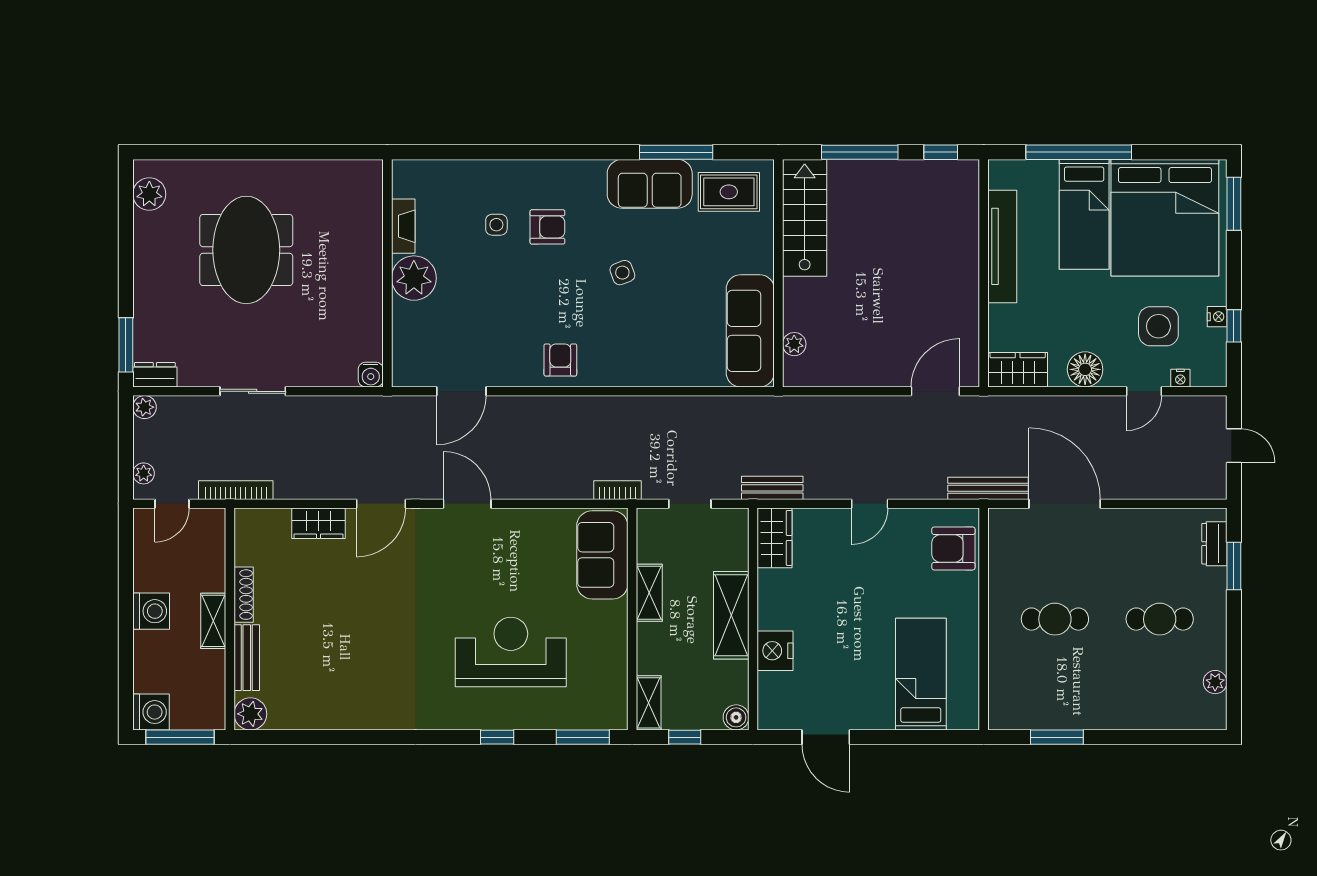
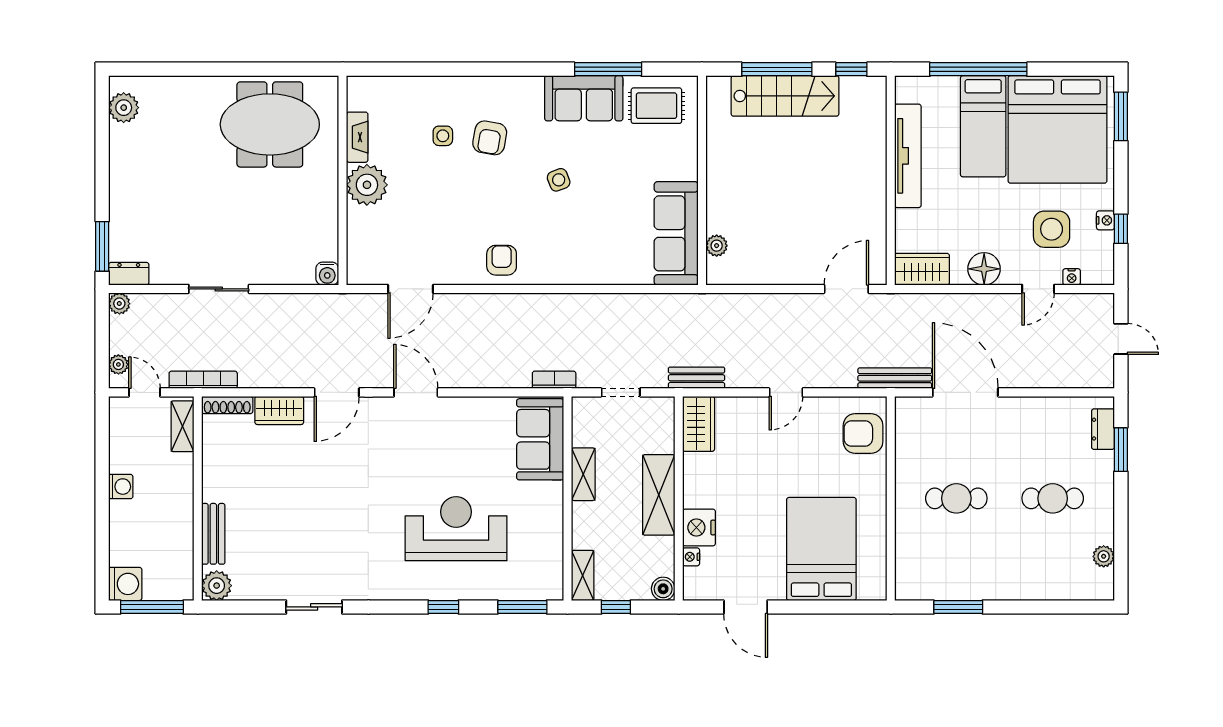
stairs: (805, 218) -> (785, 96), moved, turned 90
armchair: (547, 227) -> (490, 138), turned 100
meeting table: (246, 250) -> (270, 124), moved, turned 90
door: (172, 504) -> (144, 392), swing flipped
shoe rack: (244, 595) -> (227, 405), moved, turned 90
washing machine: (151, 611) -> (121, 487), width x0.73, depth x0.73
shelving: (213, 621) -> (182, 426), moved
bed: (921, 674) -> (821, 549), width x1.50
nightstand: (766, 683) -> (691, 557), added
sliding door: (356, 737) -> (314, 607), added

